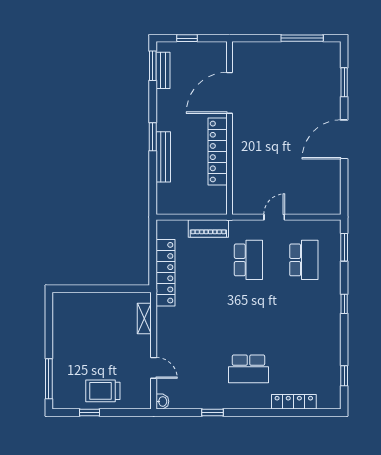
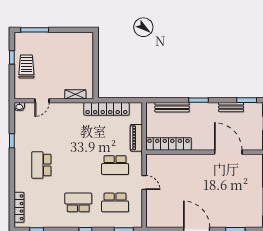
bench: (163, 70) -> (231, 107), moved
locker: (218, 152) -> (169, 144), moved
bench: (163, 157) -> (172, 107), moved
school desk: (304, 314) -> (78, 202), added
locker: (294, 402) -> (19, 207), moved

